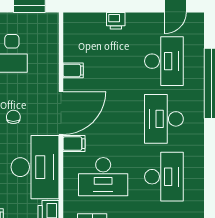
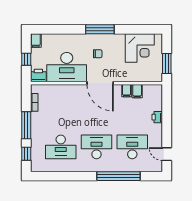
desk: (164, 61) -> (132, 147), turned 180
filing cabinet: (74, 144) -> (137, 91), moved
desk: (103, 177) -> (61, 109), removed

